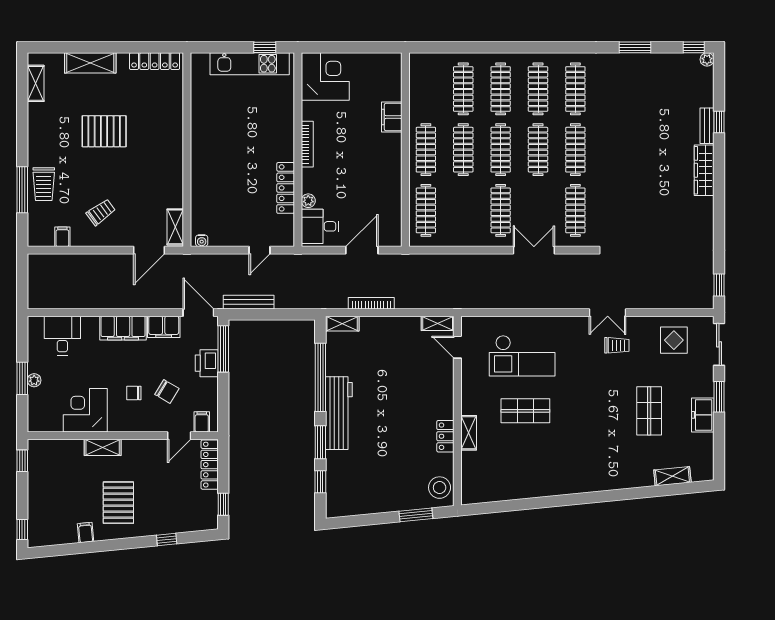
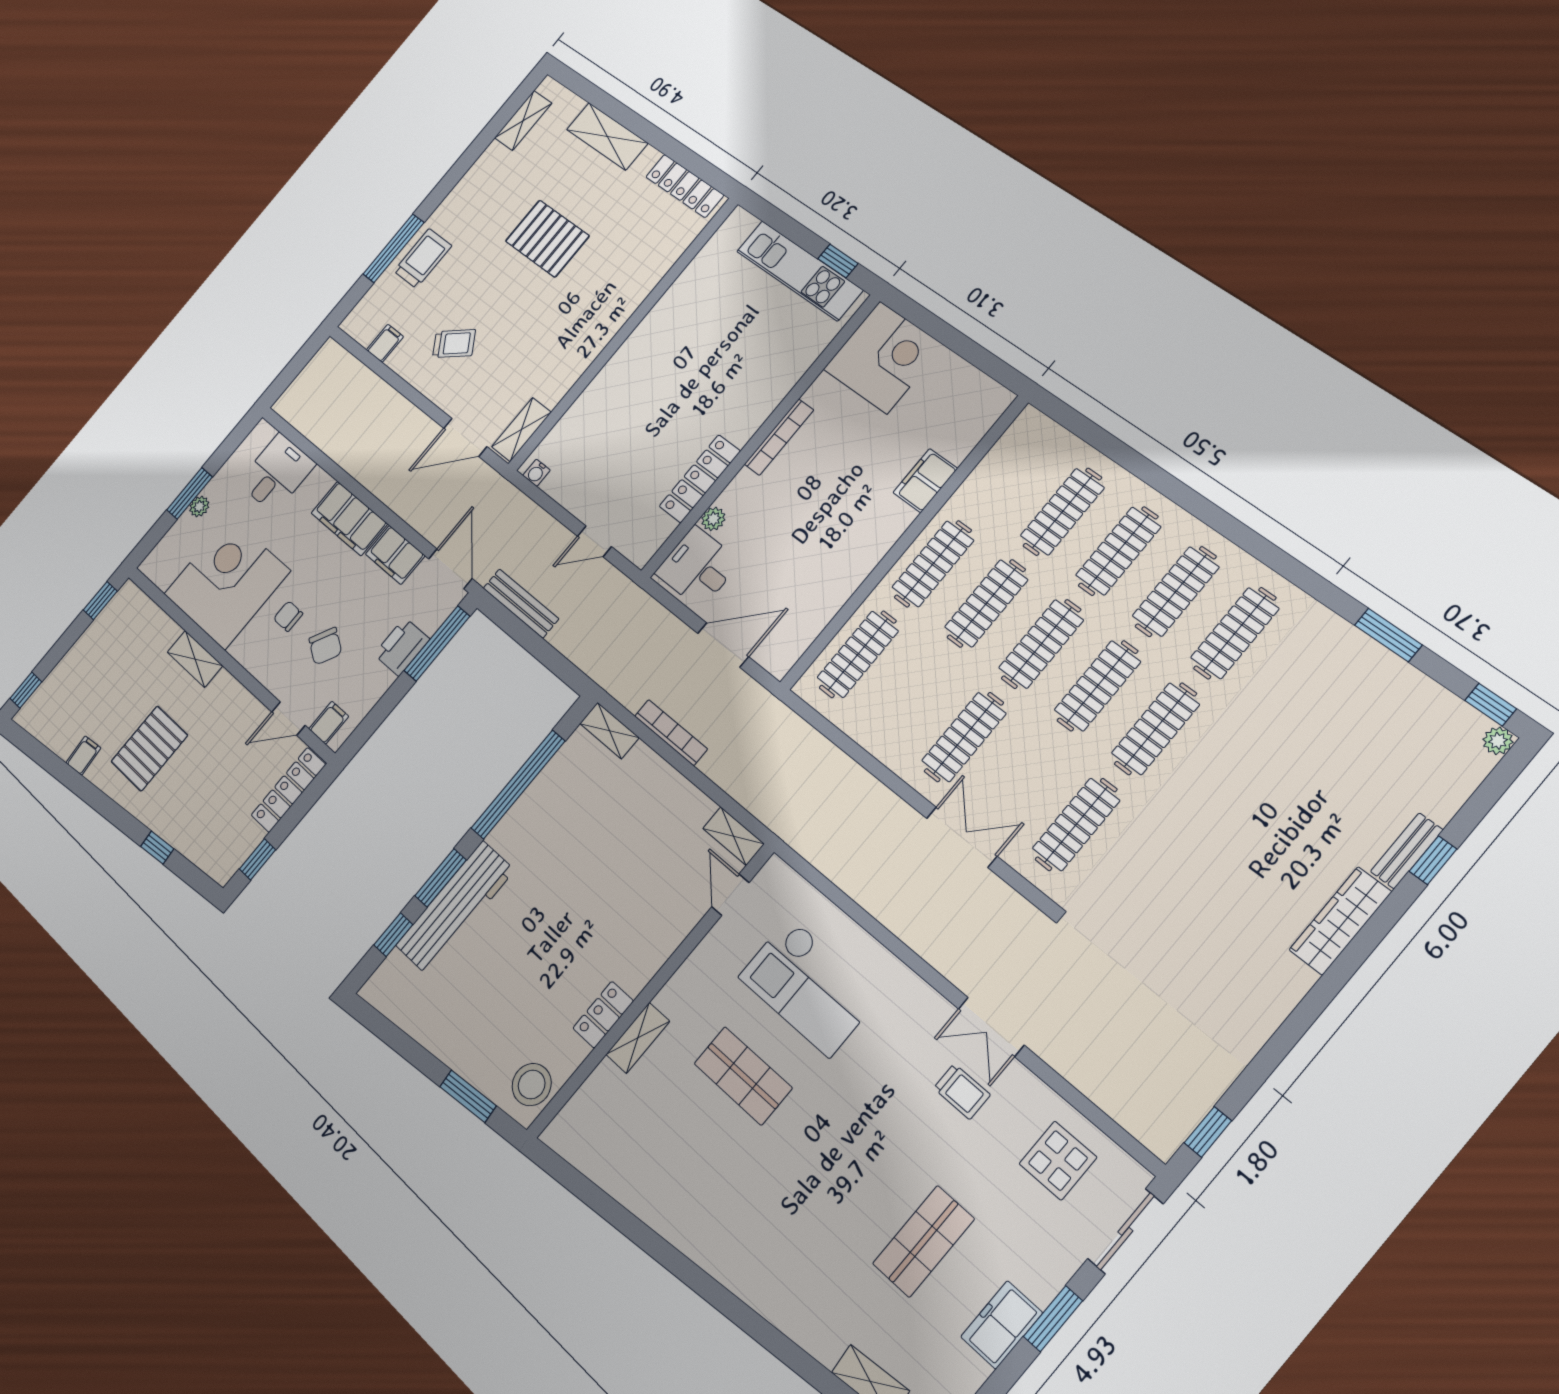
trolley: (44, 184) -> (423, 258), turned 180
corner desk: (85, 410) -> (227, 582), width x1.36, depth x1.36
workbench: (339, 413) -> (455, 908), moved

